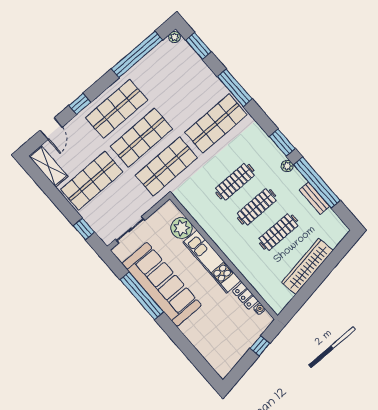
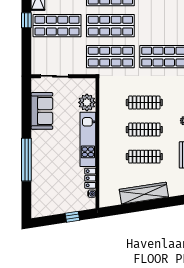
window: (84, 229) -> (26, 20), moved
sofa: (162, 284) -> (42, 111), width x0.54, depth x0.79
window: (142, 296) -> (26, 160), moved

